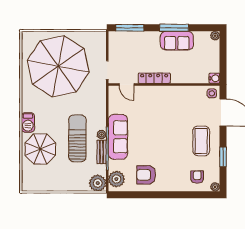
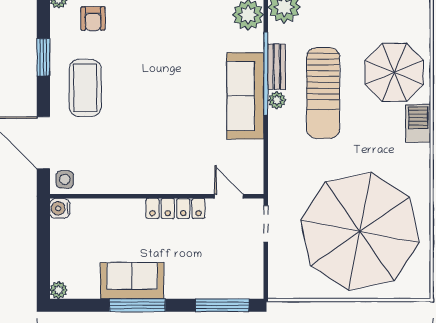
armchair: (146, 175) -> (191, 23), removed

